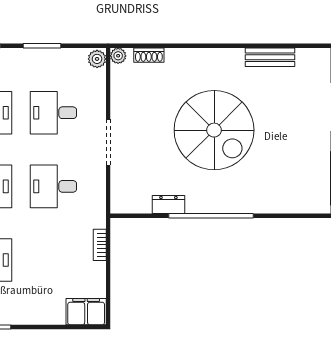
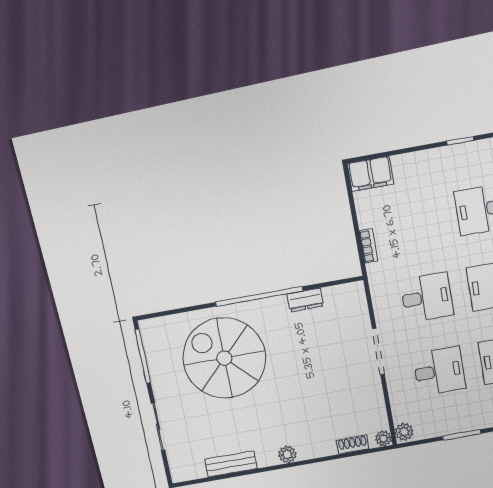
plant: (214, 57) -> (287, 454), added
spiral stairs: (214, 130) -> (224, 358), moved

